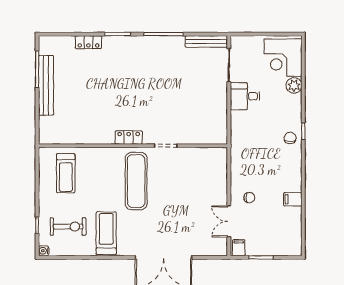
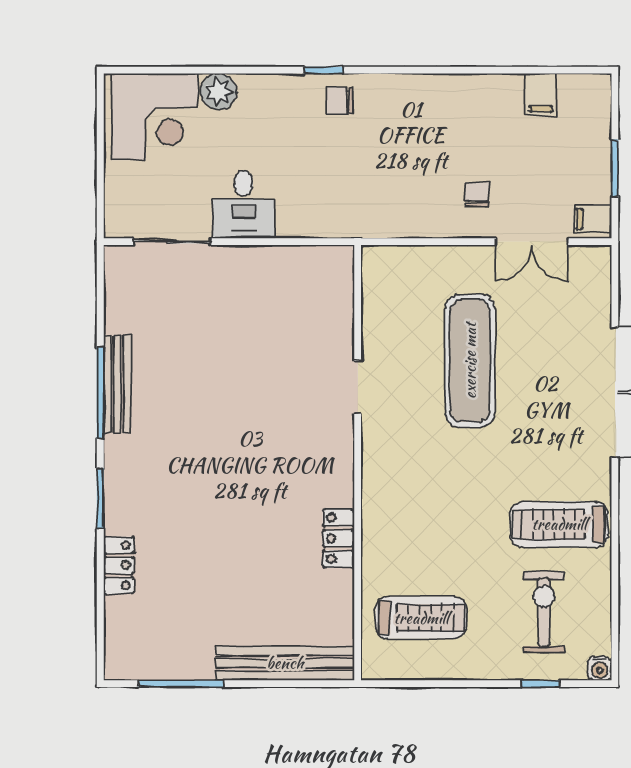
bench: (206, 41) -> (117, 384), moved
bench: (46, 85) -> (285, 663), moved
locker: (129, 137) -> (339, 538), moved
exercise mat: (136, 181) -> (470, 361), moved, turned 90
filing cabinet: (293, 199) -> (541, 94), moved

